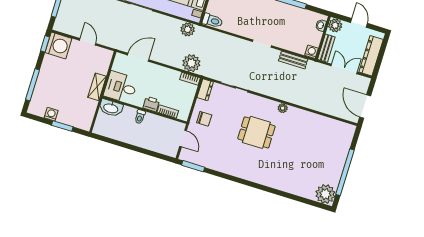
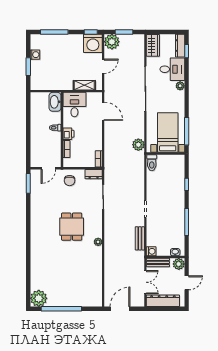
plant: (191, 63) -> (112, 42), moved
shelving: (97, 87) -> (84, 85), moved

